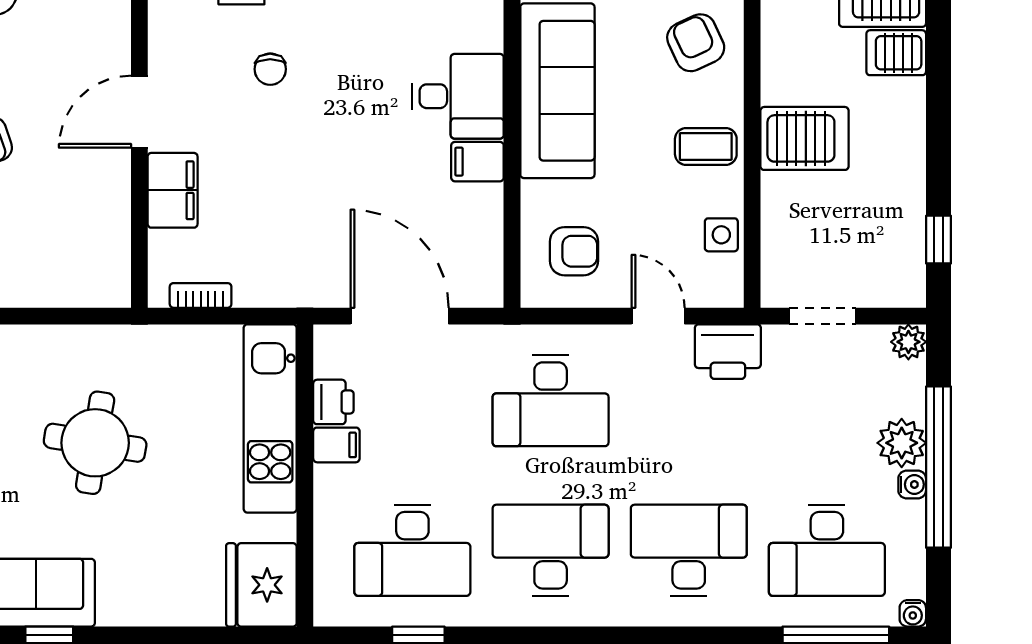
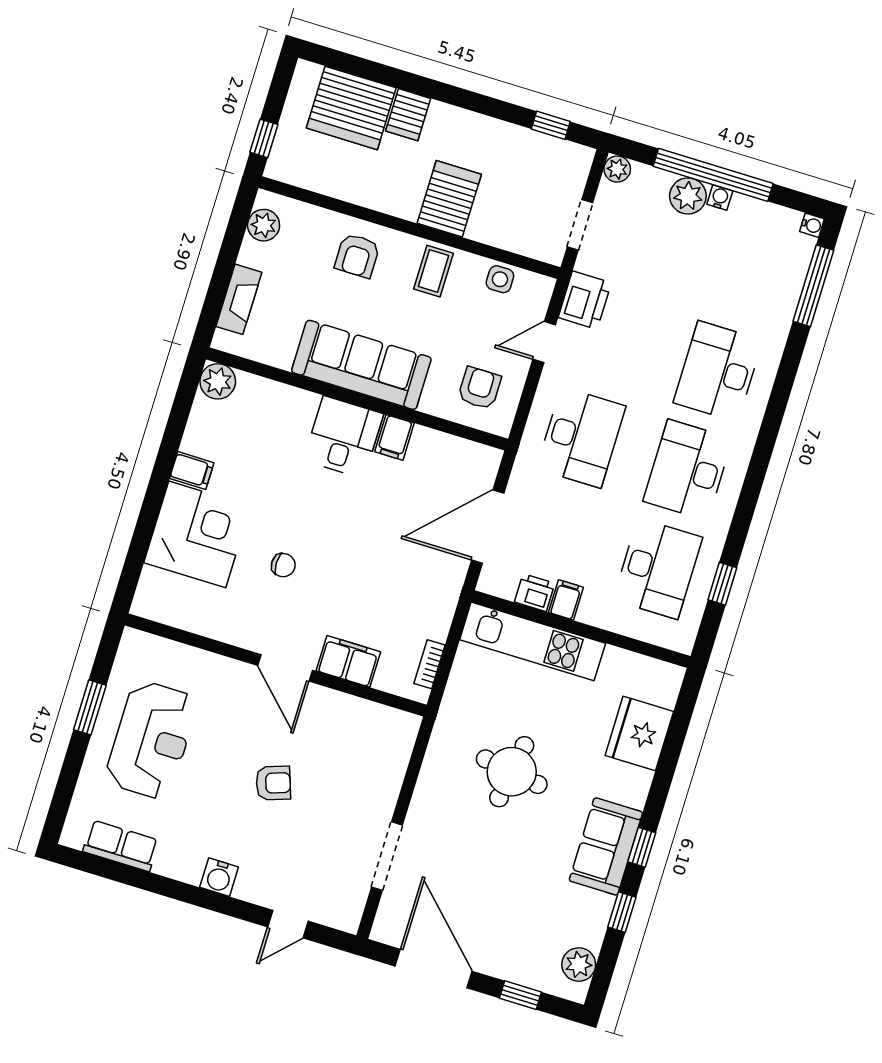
armchair: (696, 43) -> (357, 256), turned -65
desk: (827, 550) -> (748, 273), removed
fridge: (261, 585) -> (639, 733), moved, turned 90

